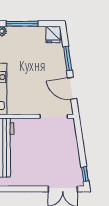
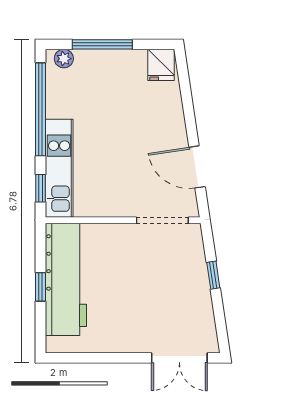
window: (68, 59) -> (189, 110), removed
window: (85, 174) -> (213, 275), moved

